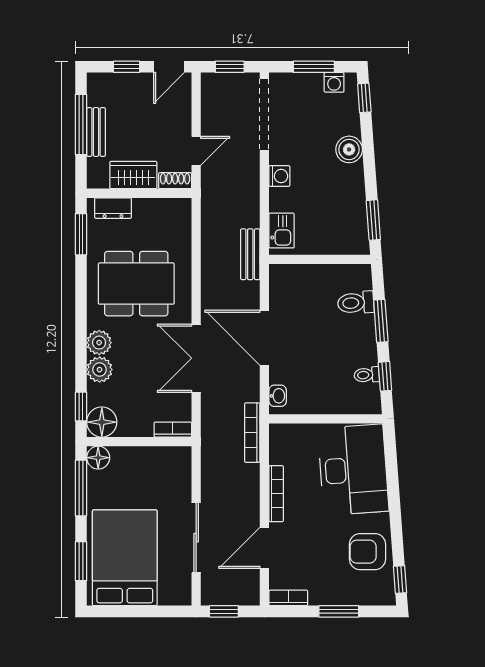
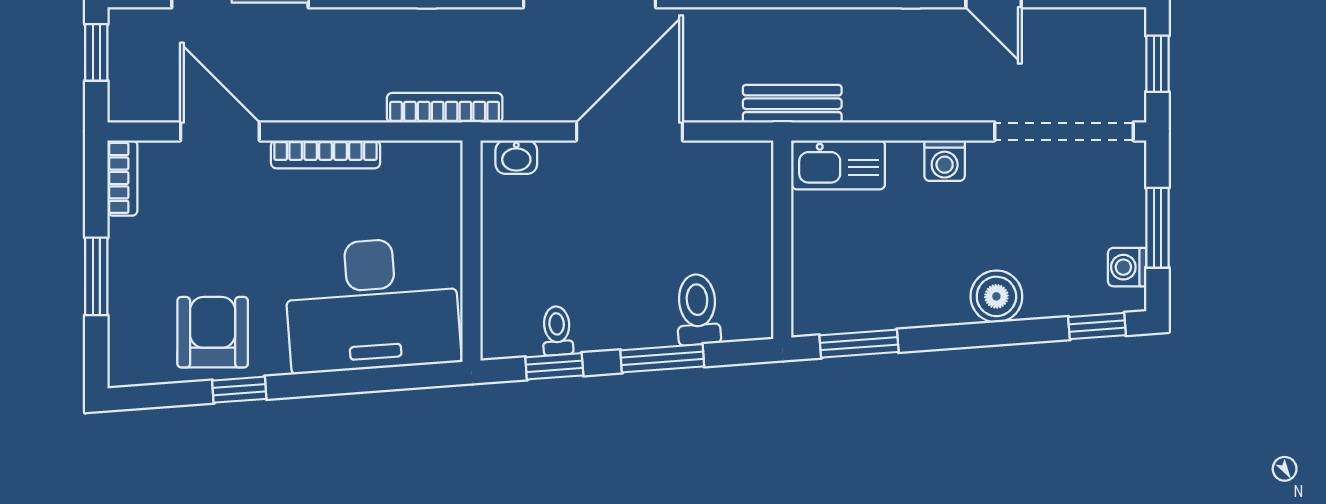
kitchen sink: (282, 231) -> (838, 165), width x1.38
window: (400, 580) -> (239, 390), moved

